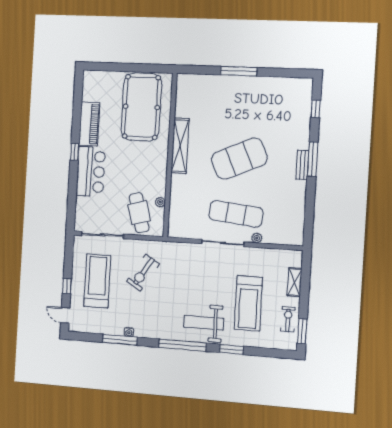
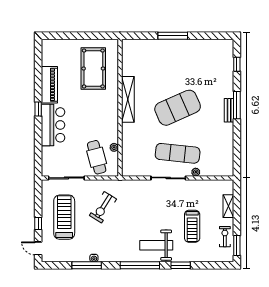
pool table: (141, 107) -> (93, 68), width x0.73, depth x0.76
treadmill: (248, 303) -> (192, 226), width x0.73, depth x0.73

